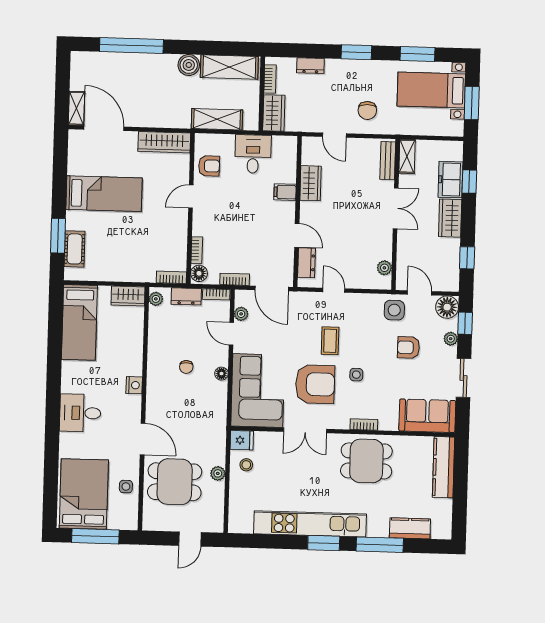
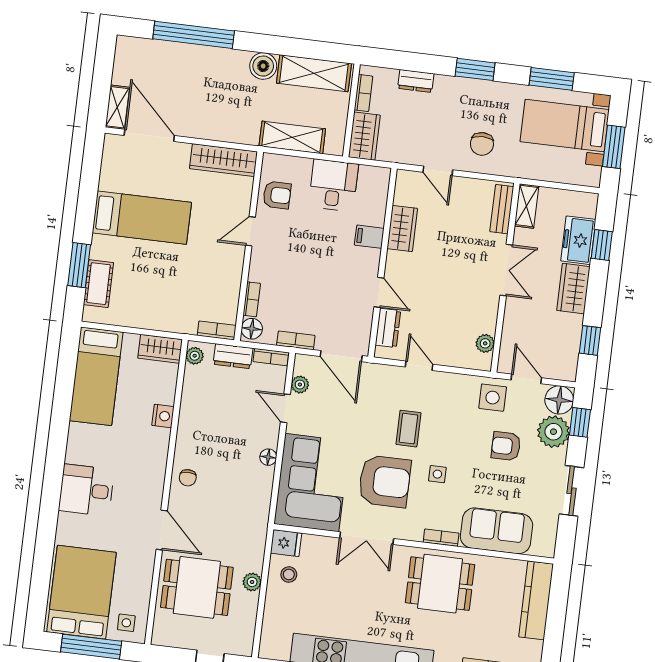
plant: (451, 339) -> (553, 432), width x1.88, depth x1.88
chair: (186, 367) -> (188, 478), moved
nightstand: (134, 385) -> (163, 416), moved
sofa: (427, 416) -> (496, 531), moved
side table: (126, 487) -> (126, 623), moved

